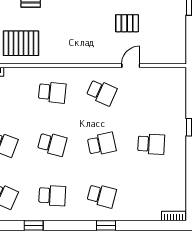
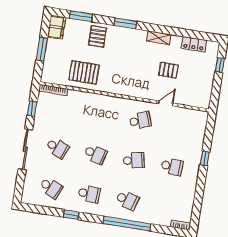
school desk: (52, 92) -> (102, 114), removed
school desk: (102, 92) -> (140, 120), turned -45
window: (106, 225) -> (127, 224), width x3.17

